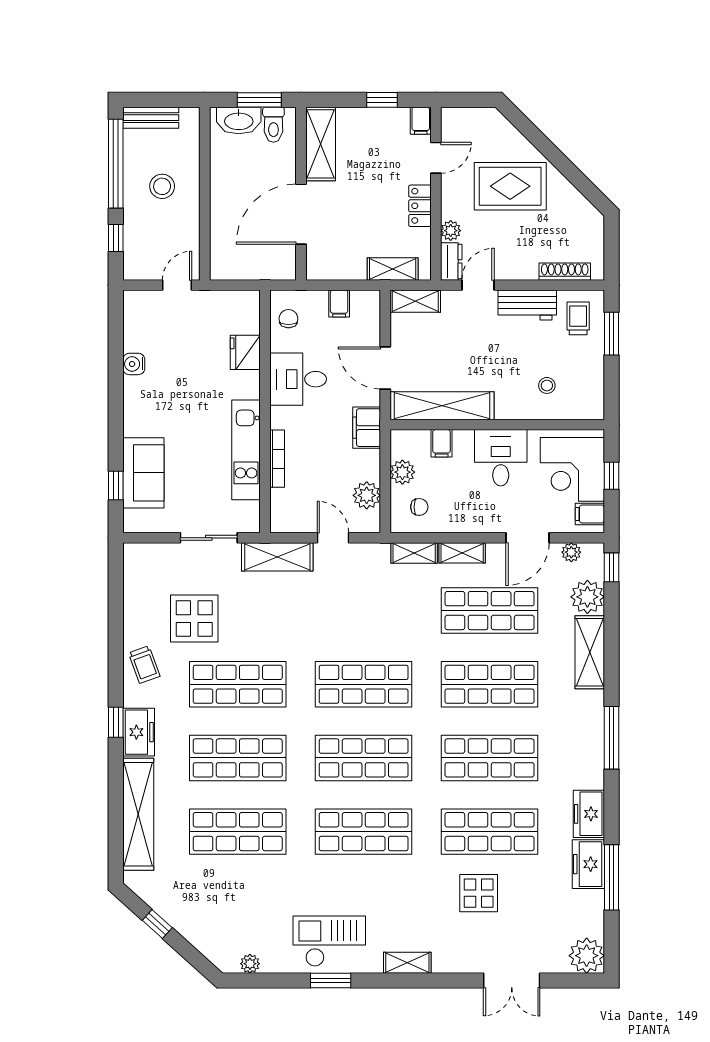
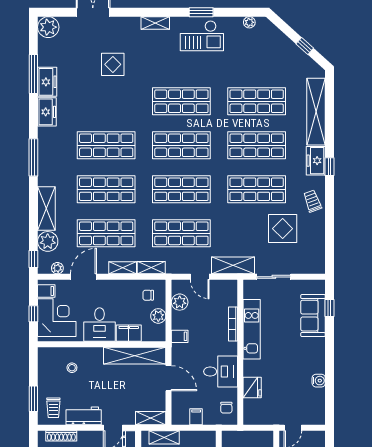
filing cabinet: (367, 428) -> (180, 336), width x0.50
filing cabinet: (442, 443) -> (129, 333), width x2.00
shop shelf: (490, 832) -> (181, 233), moved

